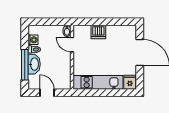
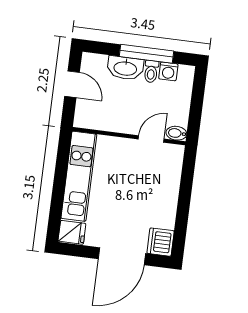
dishwasher: (98, 32) -> (161, 242), moved
window: (25, 65) -> (147, 54), moved
door: (47, 93) -> (72, 84), hinge flipped

